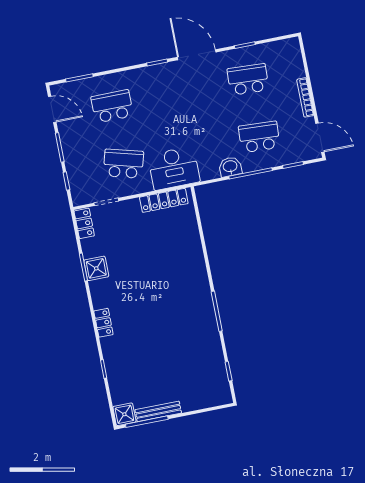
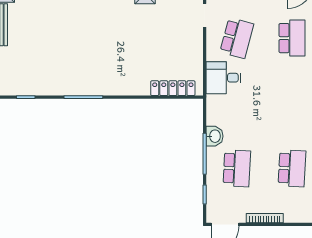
desk: (174, 168) -> (223, 78), width x0.73
locker: (164, 200) -> (173, 88), moved, turned 90

